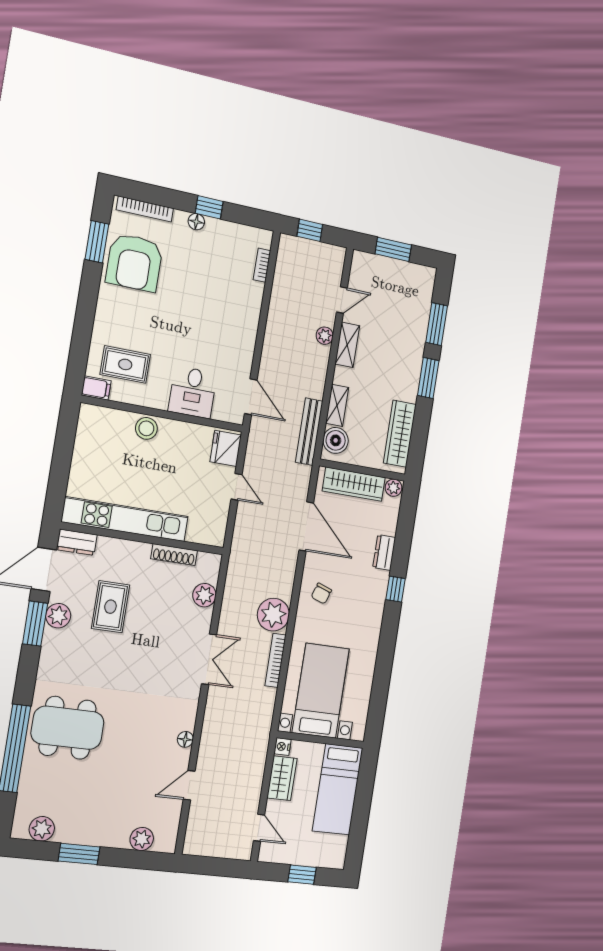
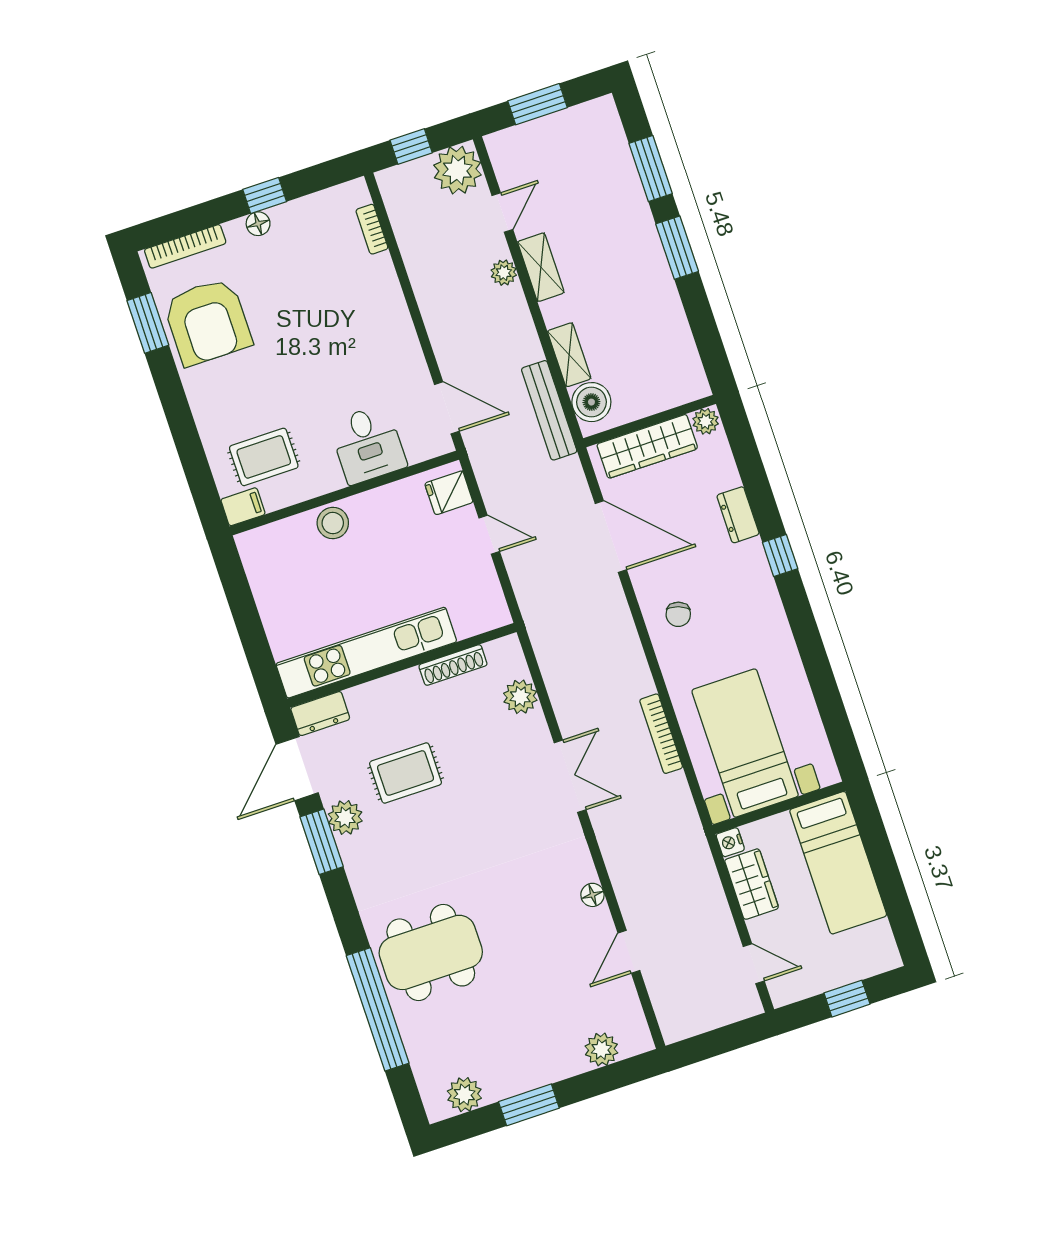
wardrobe: (400, 434) -> (676, 344), removed
fridge: (226, 448) -> (449, 493), width x0.72
rug: (110, 607) -> (406, 773), turned 90
plant: (273, 615) -> (457, 170), moved

